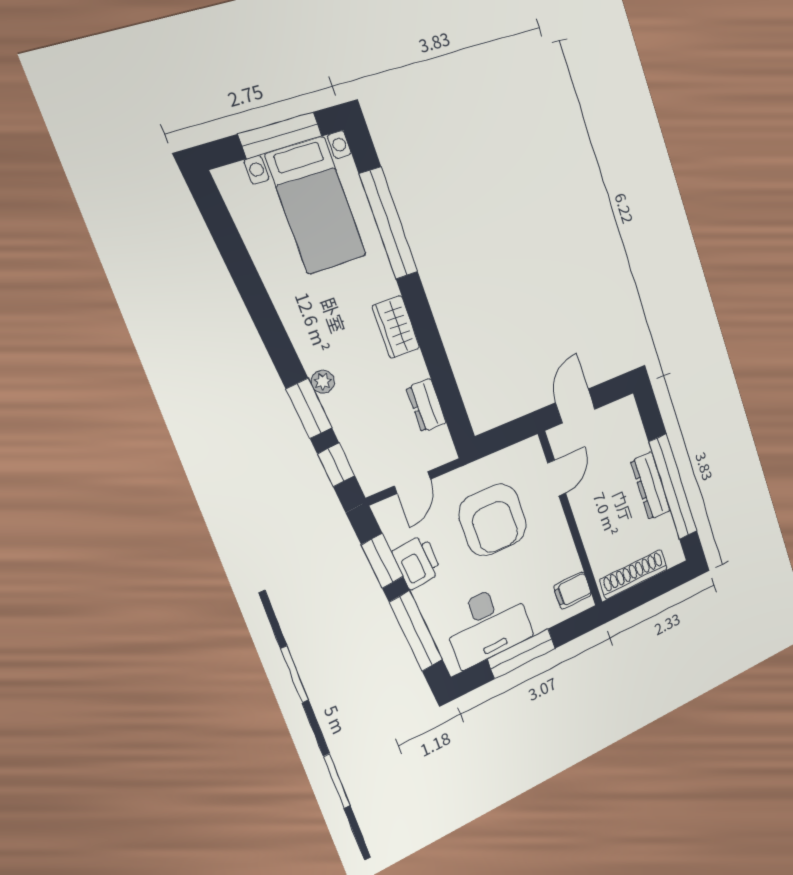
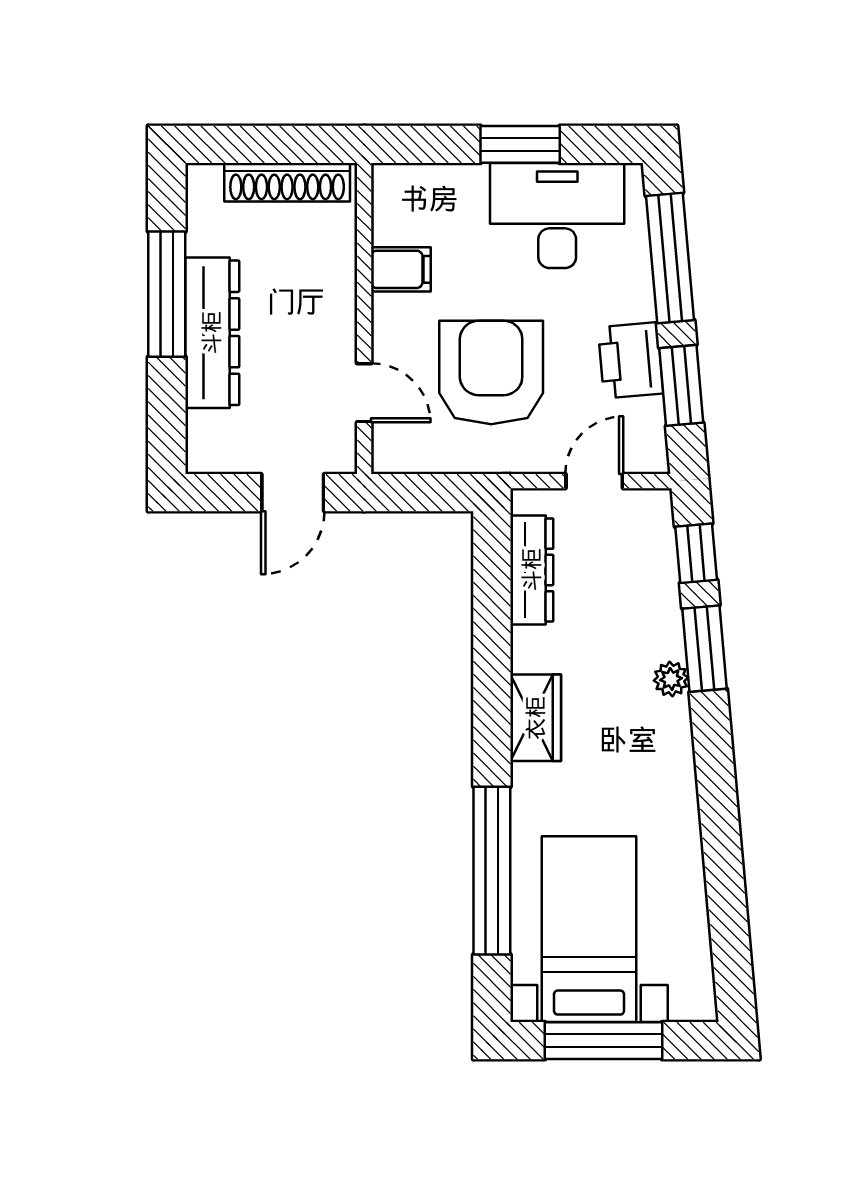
dresser: (426, 405) -> (532, 570), width x1.44
door: (557, 478) -> (364, 393), swing flipped
dresser: (650, 486) -> (212, 333), width x1.37, depth x1.24
window: (673, 487) -> (167, 294), width x0.68
filing cabinet: (573, 590) -> (401, 269), moved
window: (522, 654) -> (520, 144), width x0.69

